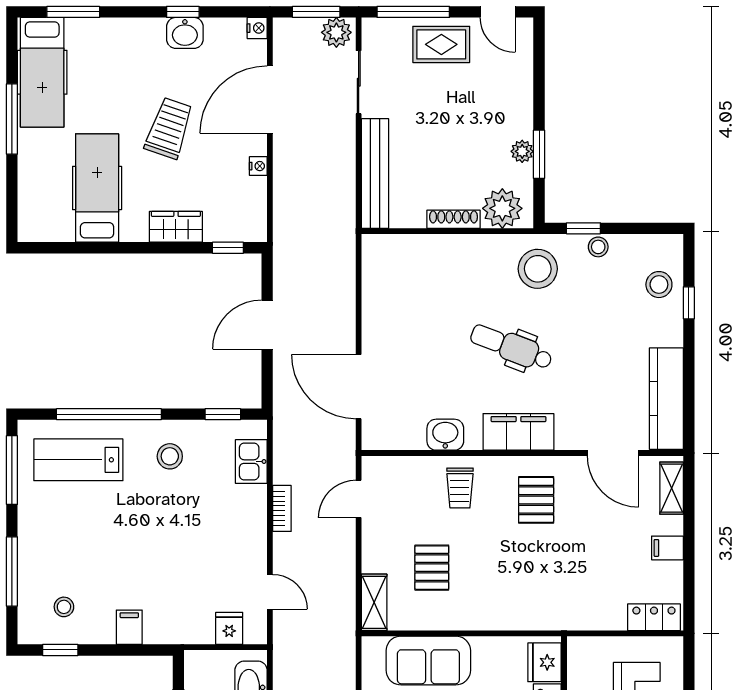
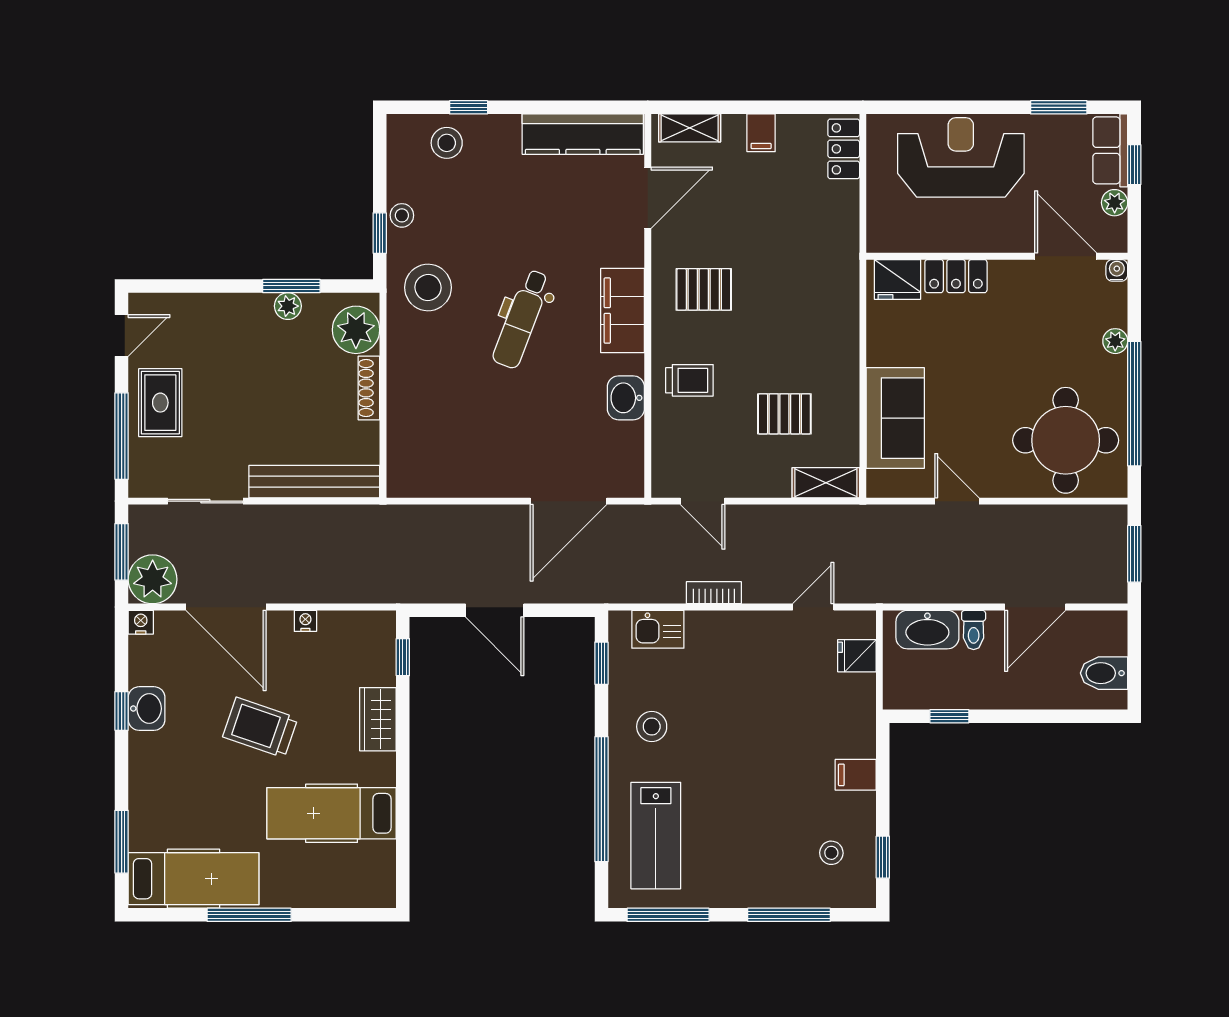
plant: (336, 32) -> (153, 579), moved, width x1.36, depth x1.36

